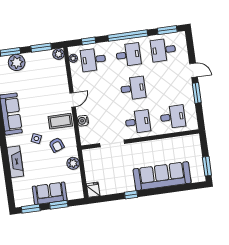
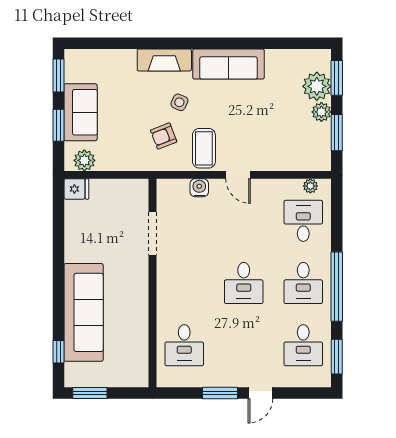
window: (89, 41) -> (337, 217), removed
desk: (163, 50) -> (303, 345), turned 180
plant: (58, 54) -> (321, 112), moved
desk: (138, 122) -> (184, 283), removed
fireplace: (15, 162) -> (164, 60), moved
plant: (73, 163) -> (84, 160), moved
window: (131, 195) -> (58, 352), moved

